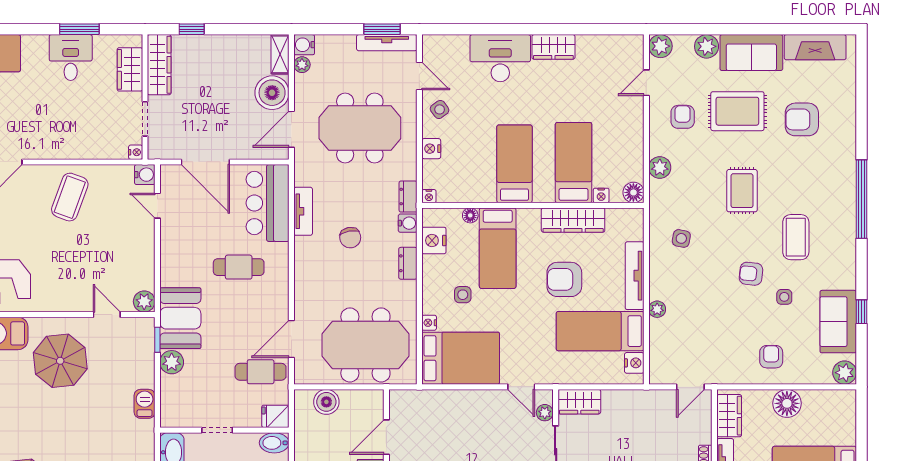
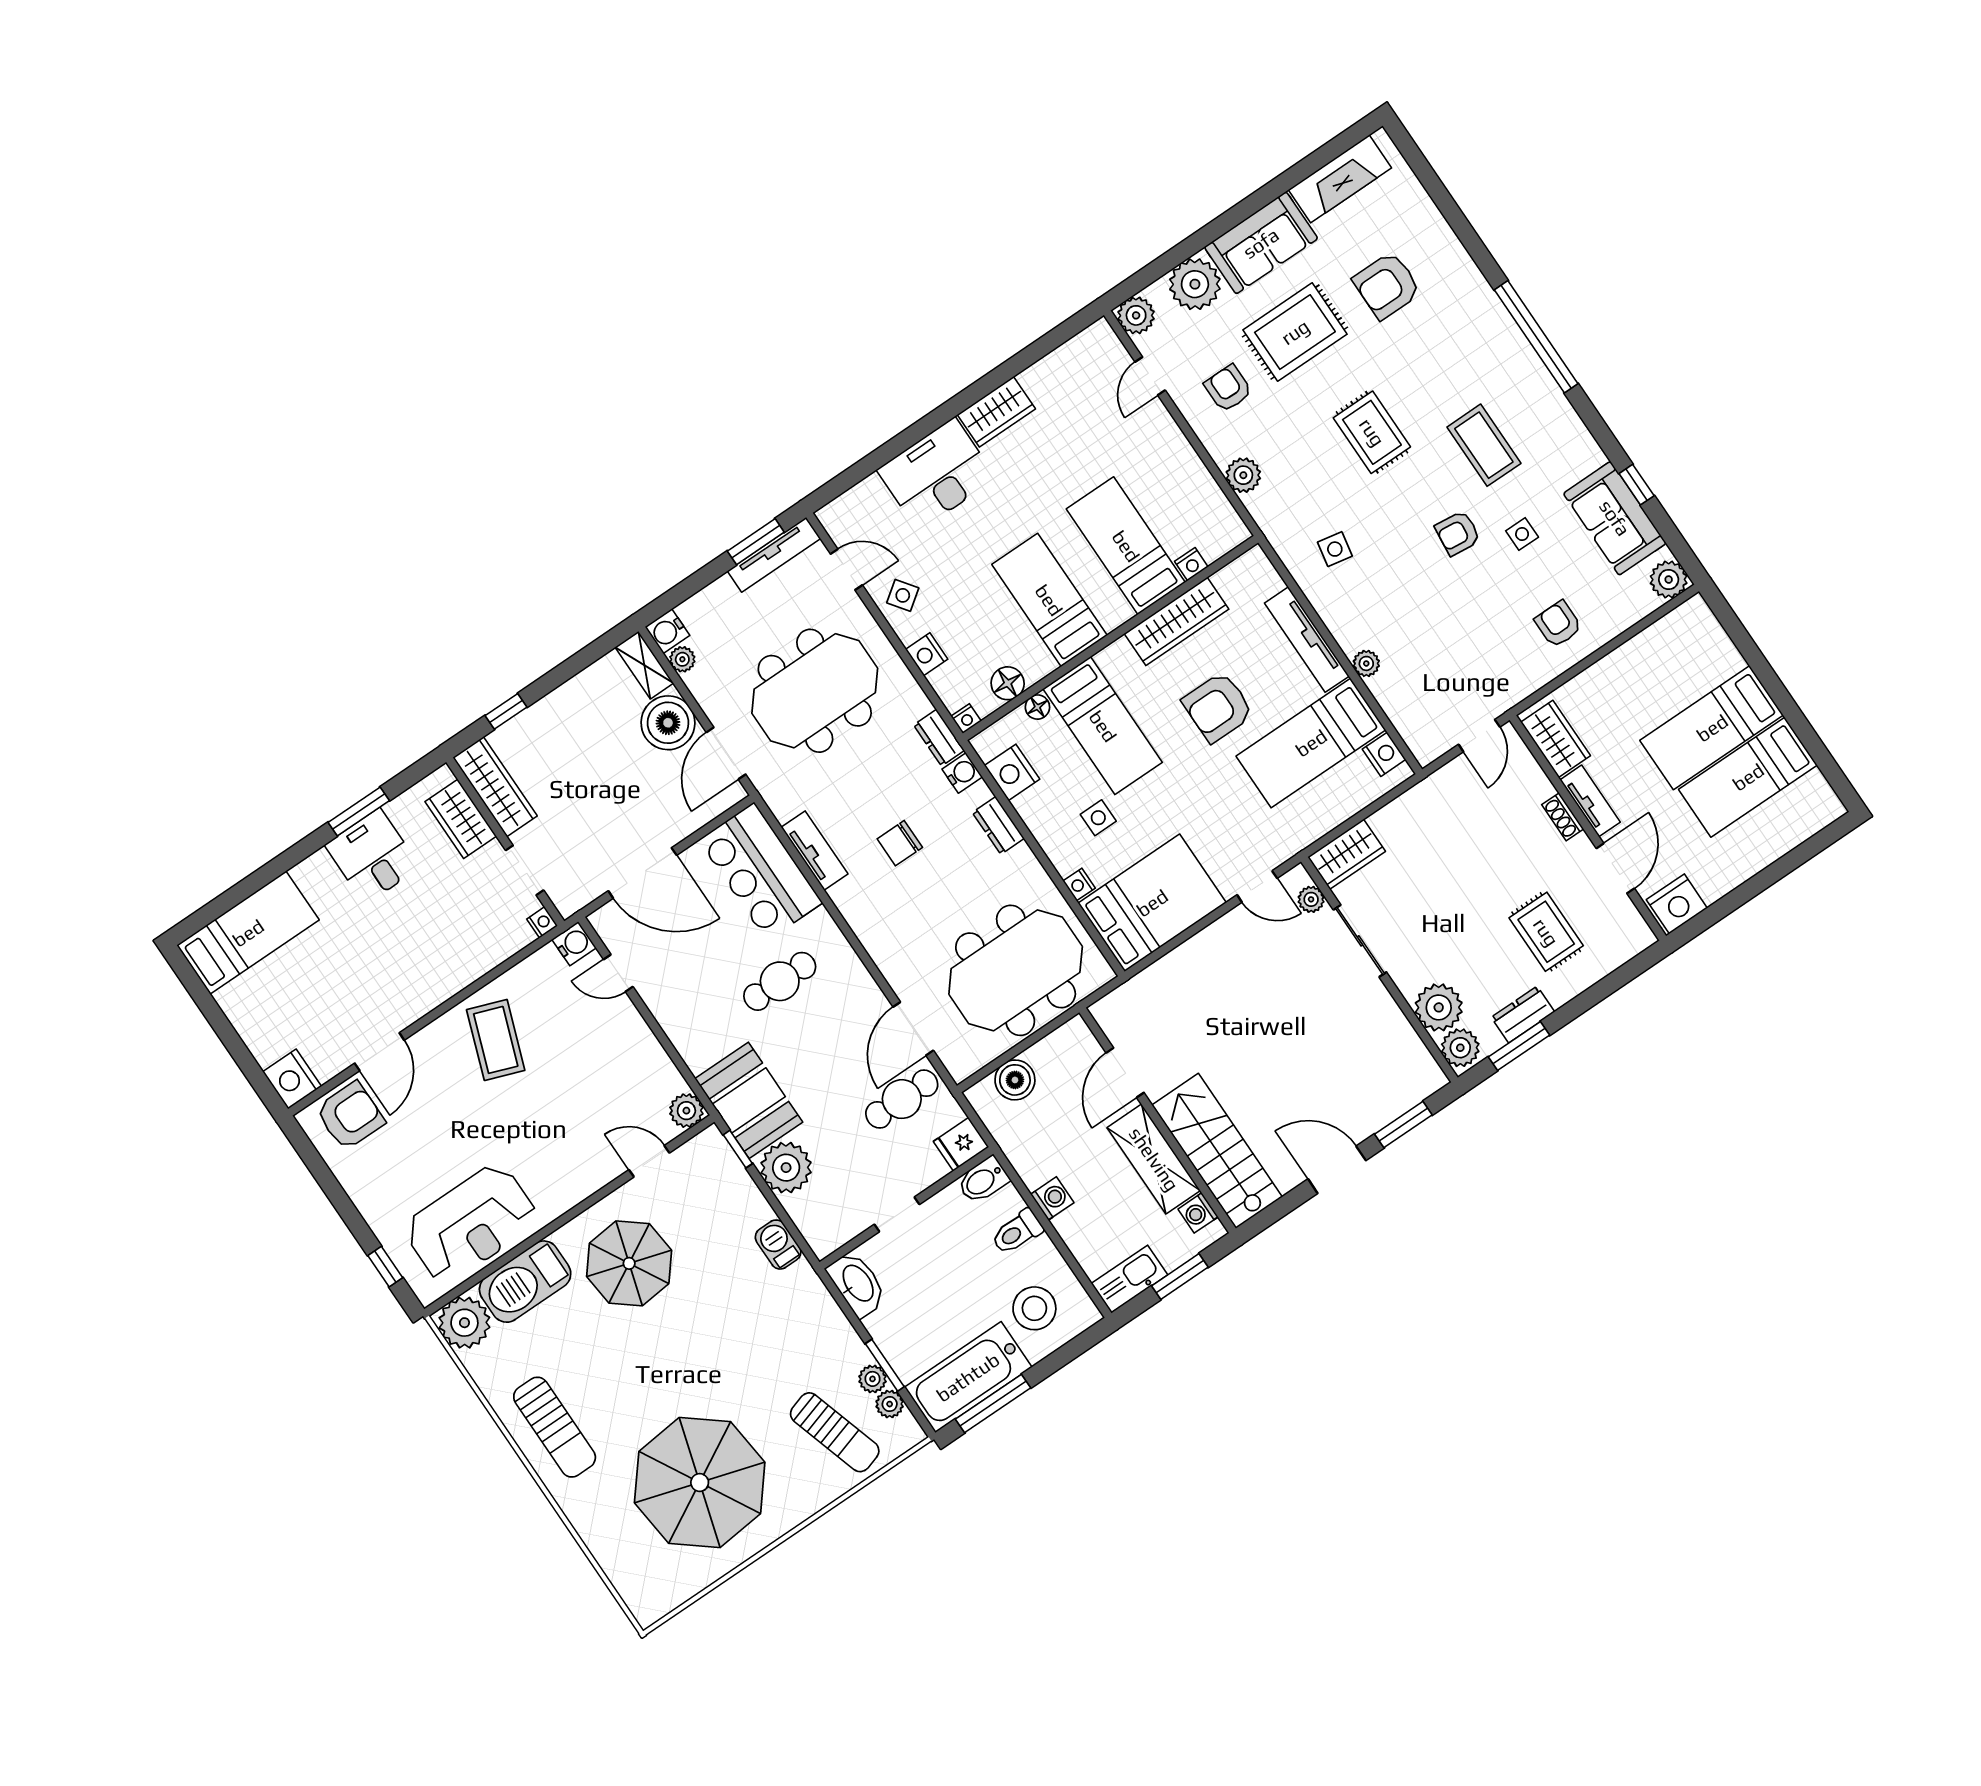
plant: (707, 46) -> (1195, 284), width x1.36, depth x1.36
floor lamp: (633, 192) -> (1008, 683), moved
chair: (350, 238) -> (900, 843), turned 100
plant: (172, 362) -> (786, 1168), width x1.36, depth x1.36
floor lamp: (787, 403) -> (1621, 671), removed

